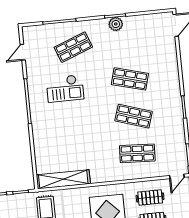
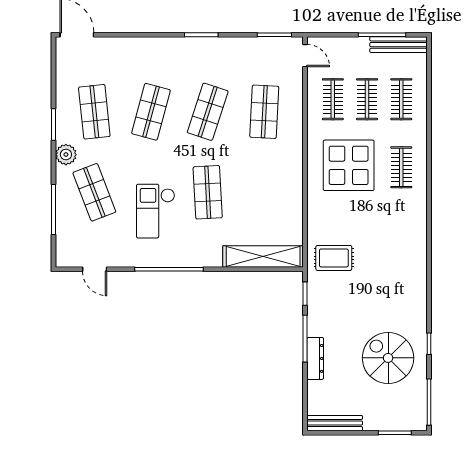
plant: (116, 24) -> (66, 155), moved
shop shelf: (126, 42) -> (94, 112), added
checkout: (65, 88) -> (156, 211), turned 180
shop shelf: (81, 121) -> (208, 192), added
shelving: (63, 179) -> (263, 257), moved, turned 90

